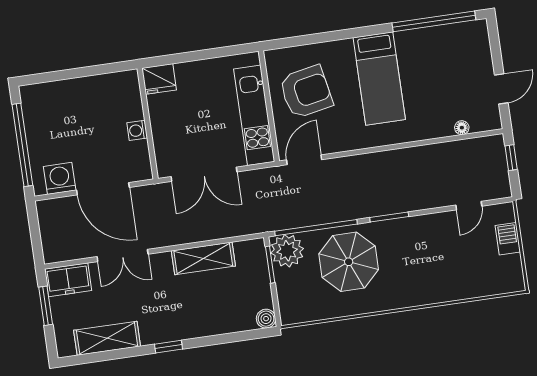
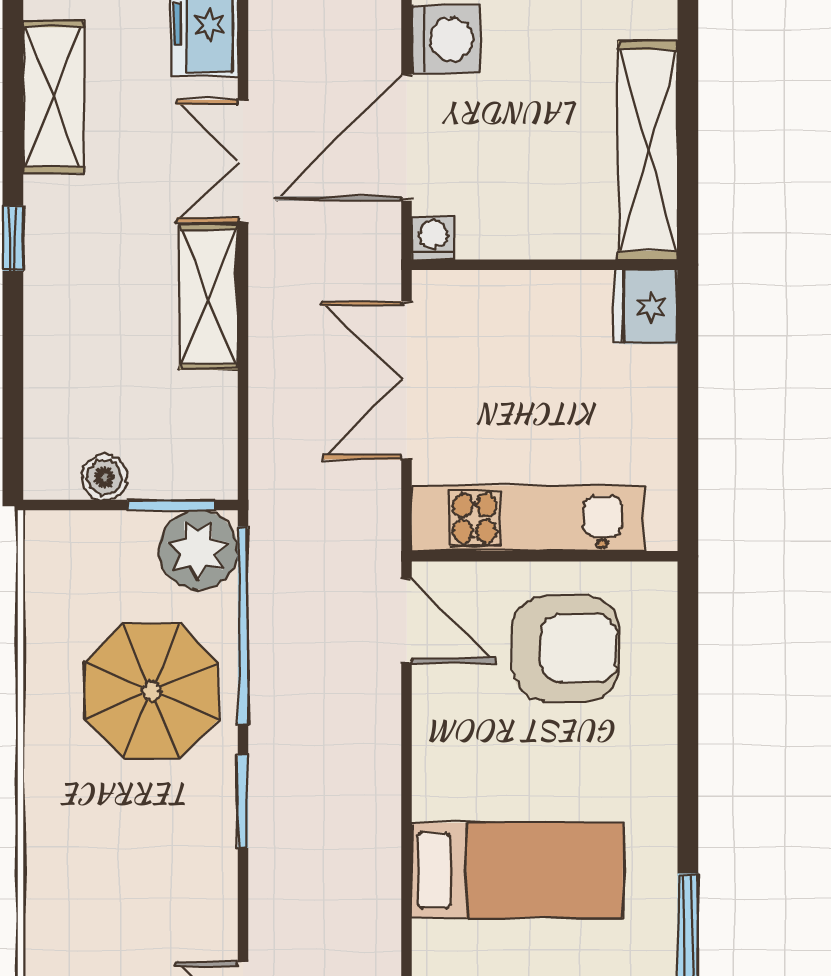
bed: (379, 78) -> (517, 870), moved, turned 180
shelving: (94, 87) -> (648, 150), added
armchair: (306, 92) -> (566, 648), turned -79
washing machine: (137, 130) -> (433, 238), moved
shelving: (203, 258) -> (209, 297), moved
boiler: (266, 319) -> (104, 477), moved

